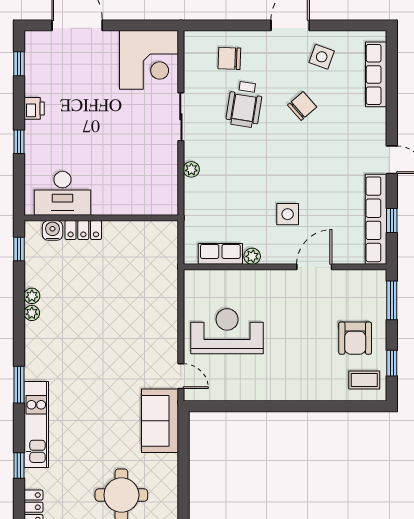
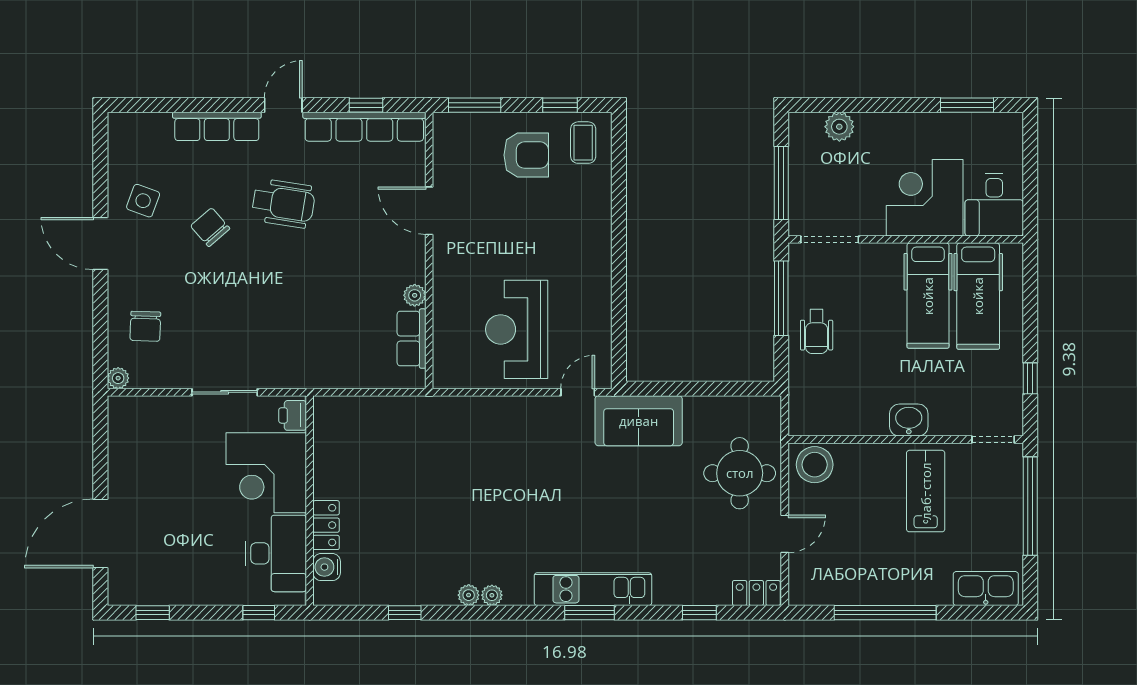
corner desk: (149, 60) -> (266, 473), moved, turned 180
row of seats: (376, 74) -> (217, 126), moved
wheelchair: (244, 104) -> (283, 203), moved
printer: (34, 108) -> (293, 415), moved, turned -90
plant: (191, 169) -> (118, 378), moved
desk: (63, 193) -> (276, 553), moved
side table: (288, 214) -> (357, 247), removed
wall: (101, 218) -> (310, 501), moved
water cooler: (52, 230) -> (327, 567), moved
locker: (83, 230) -> (326, 525), moved
kitchen unit: (36, 425) -> (593, 589), moved

